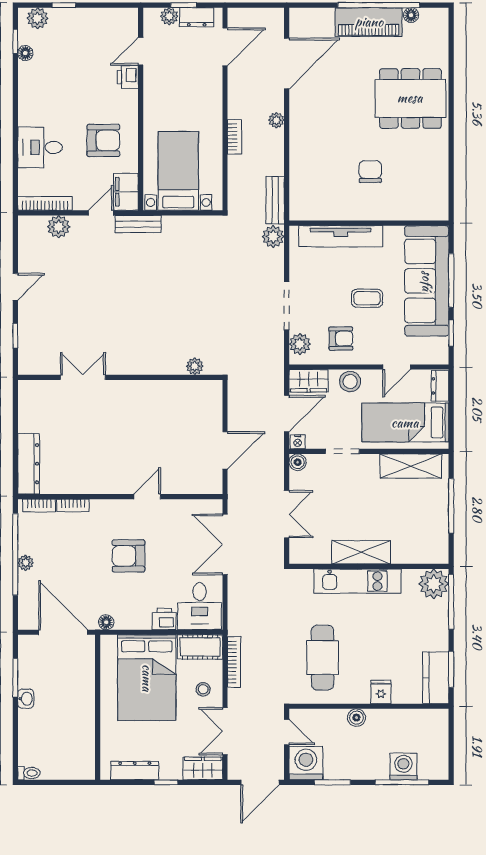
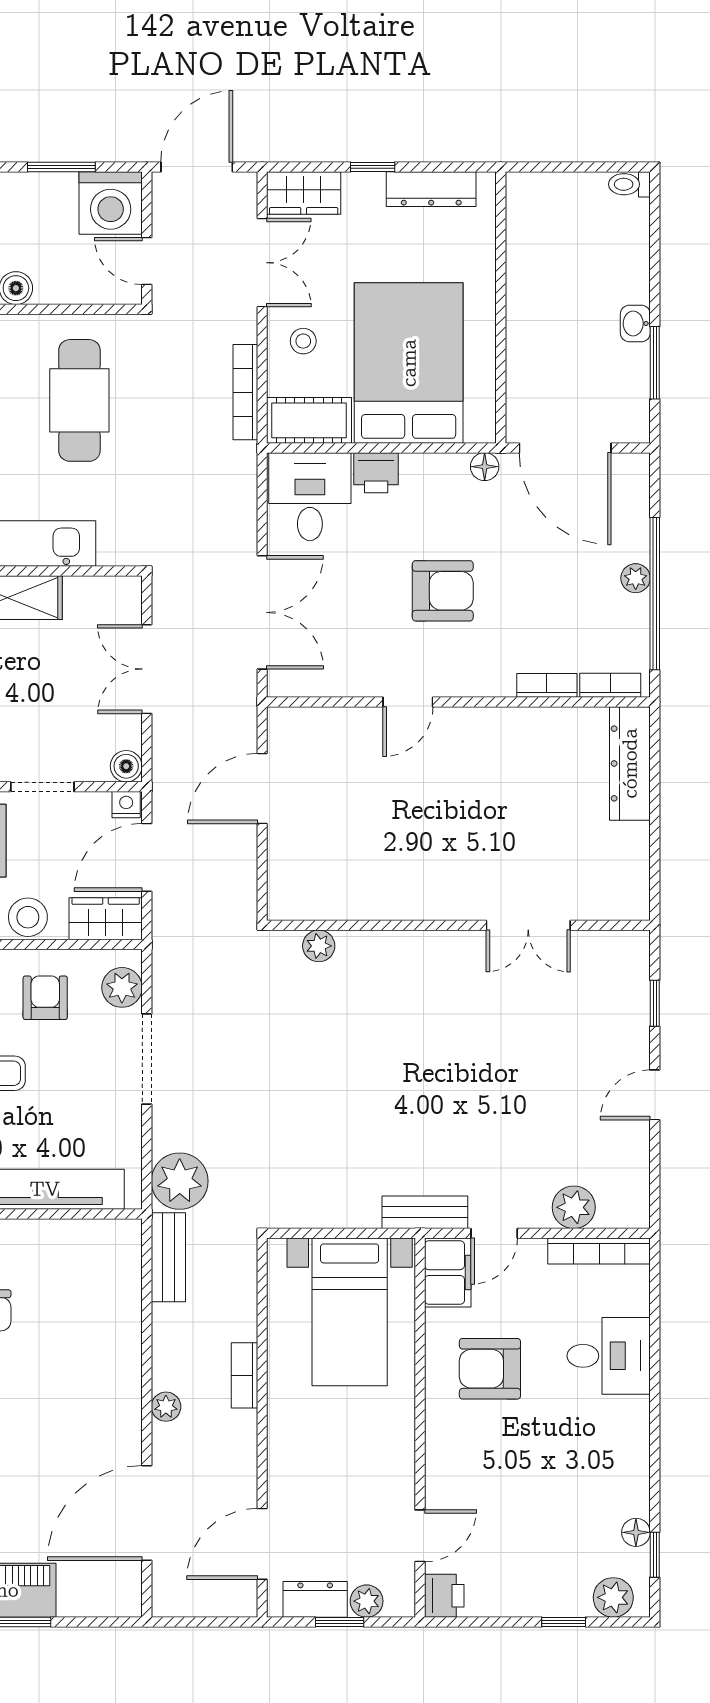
printer: (128, 77) -> (444, 1596), moved
plant: (273, 237) -> (180, 1181), width x1.36, depth x1.36
armchair: (341, 339) -> (45, 998), turned 91

